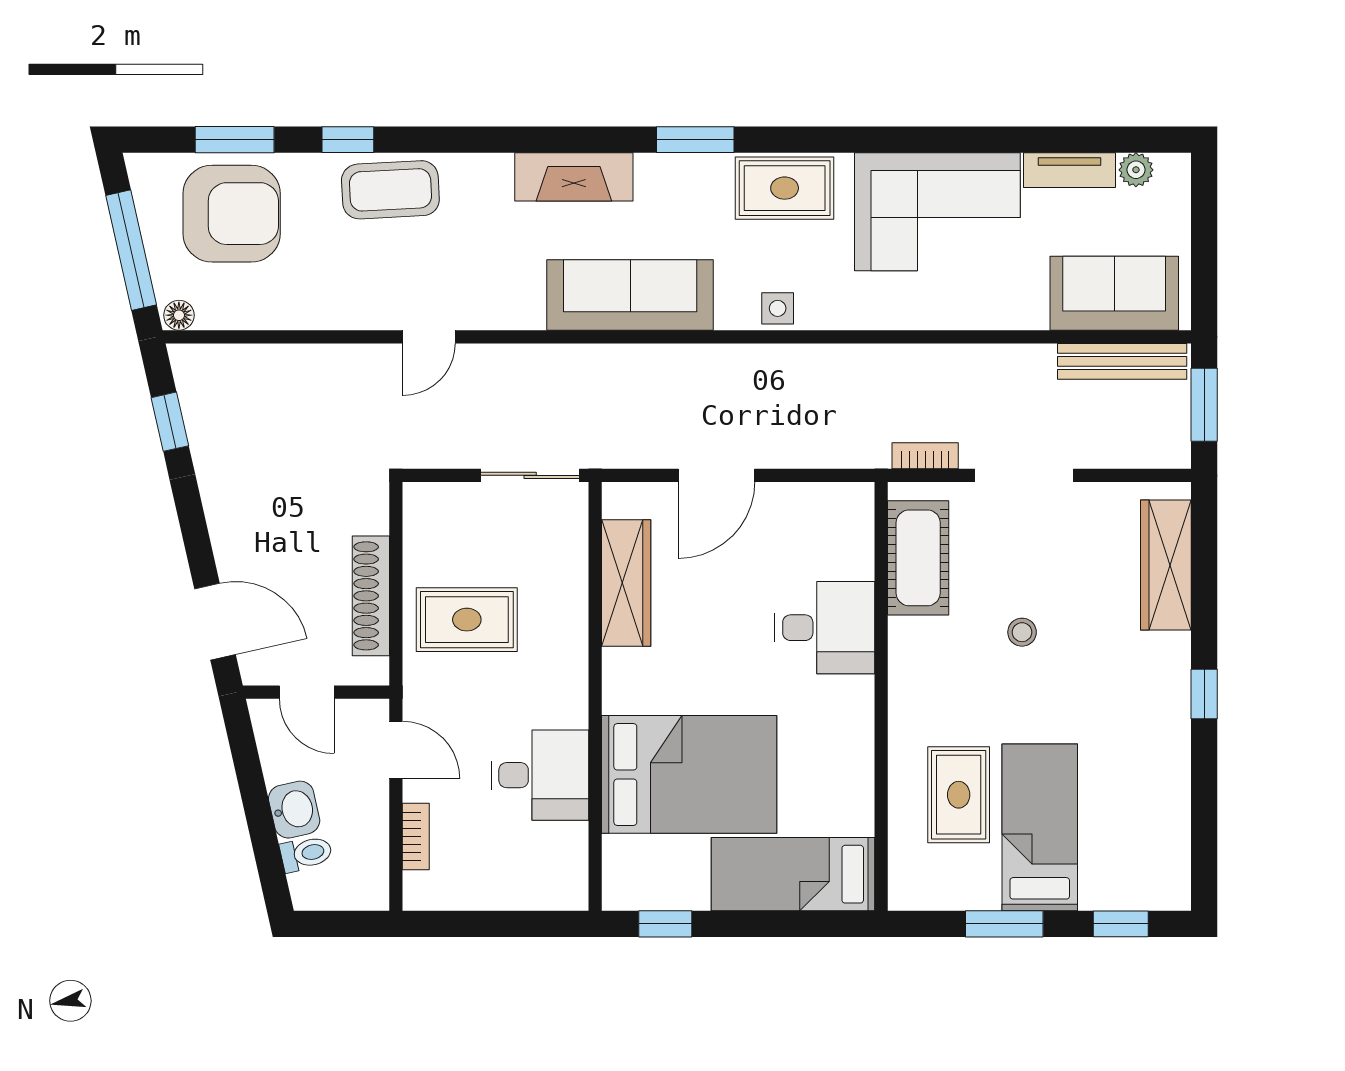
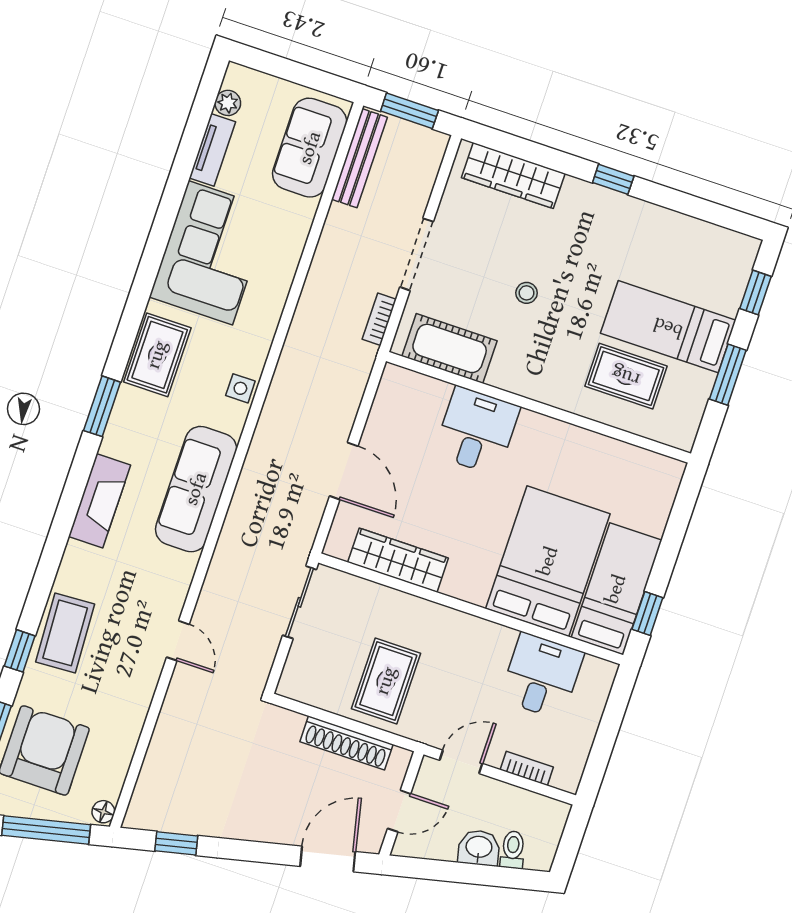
desk: (540, 775) -> (542, 676), moved
bed: (793, 874) -> (616, 589), moved, turned 180

